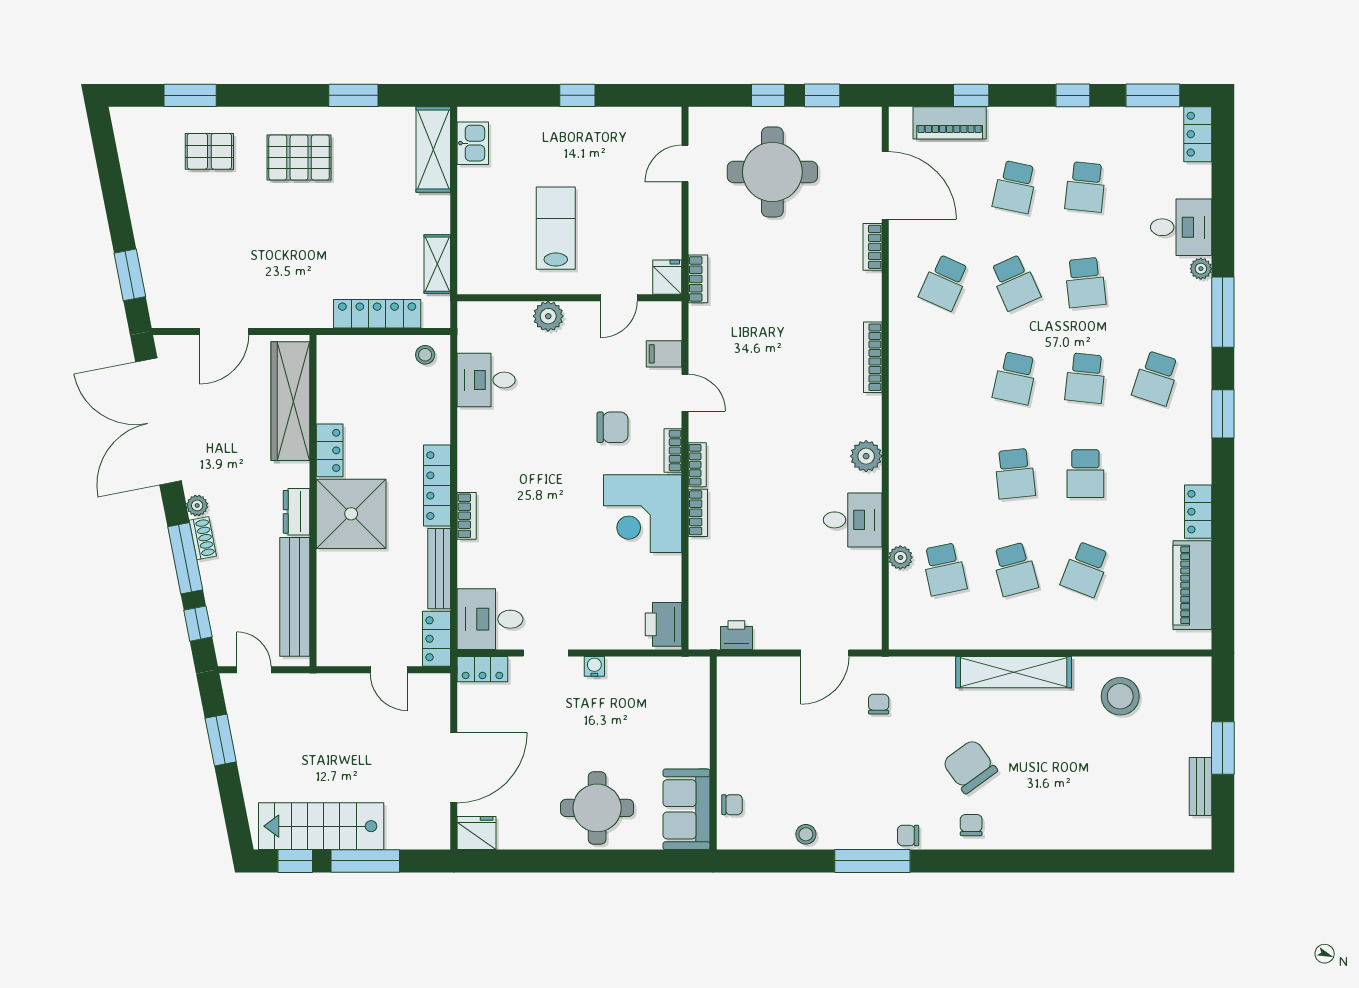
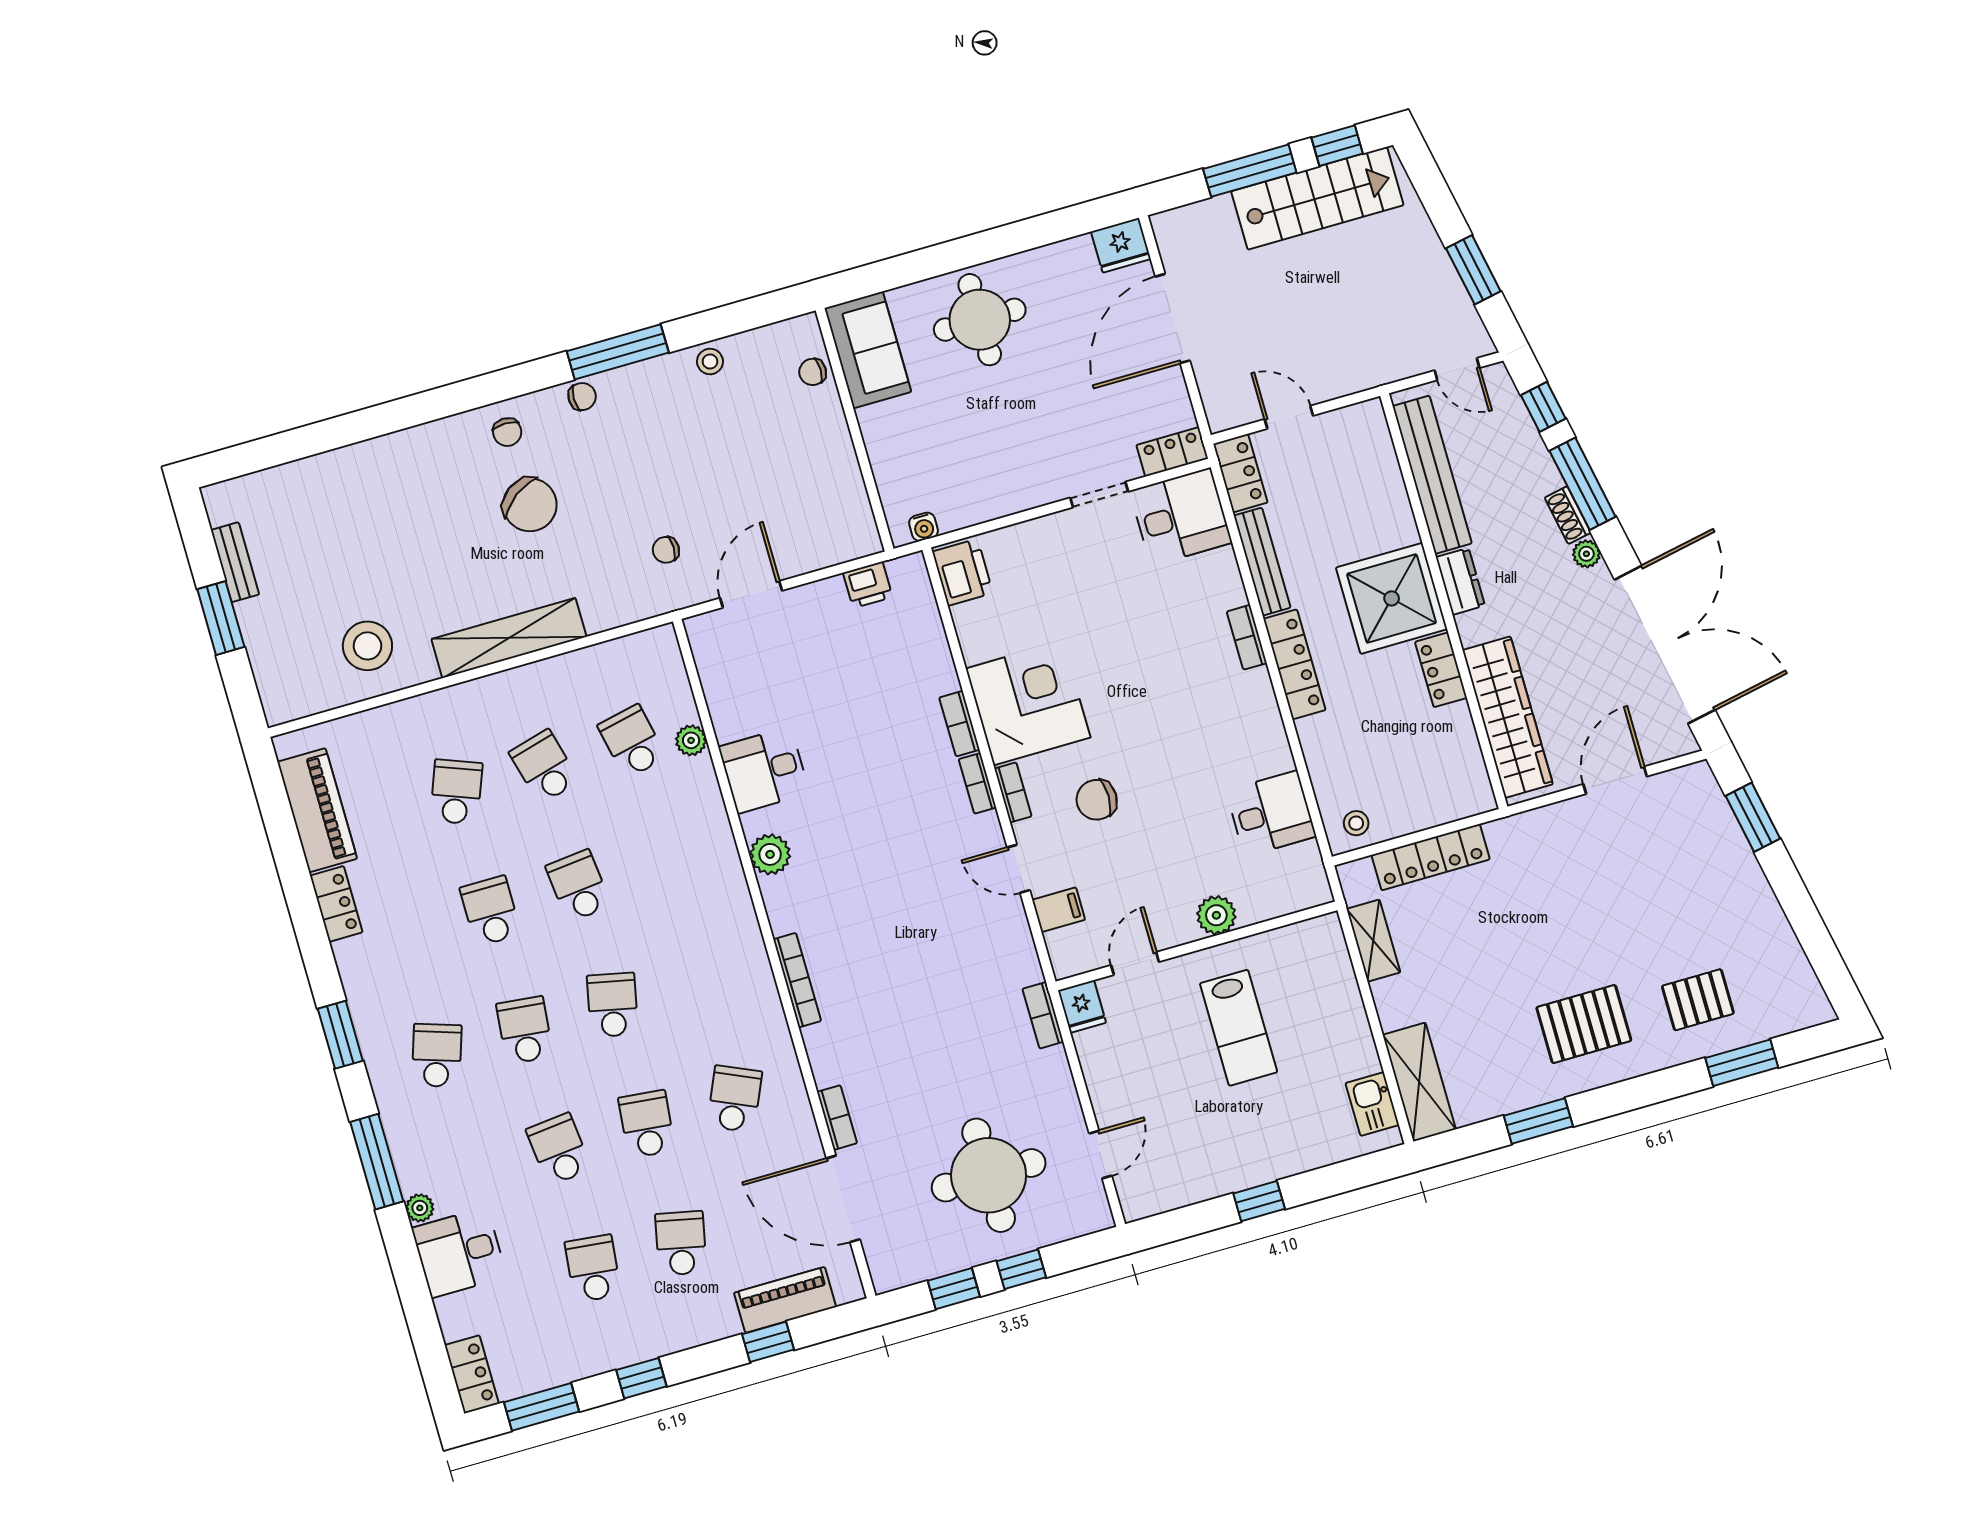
school desk: (1015, 282) -> (647, 1124), turned 30
water cooler: (594, 666) -> (924, 527), moved
chair: (879, 704) -> (666, 550), turned 90

